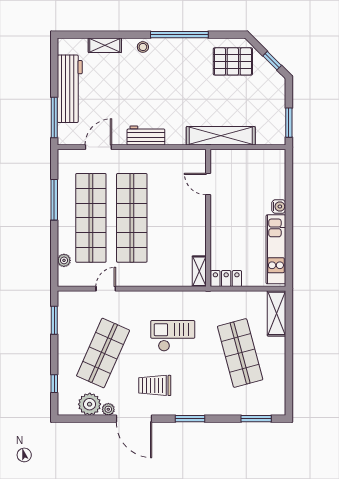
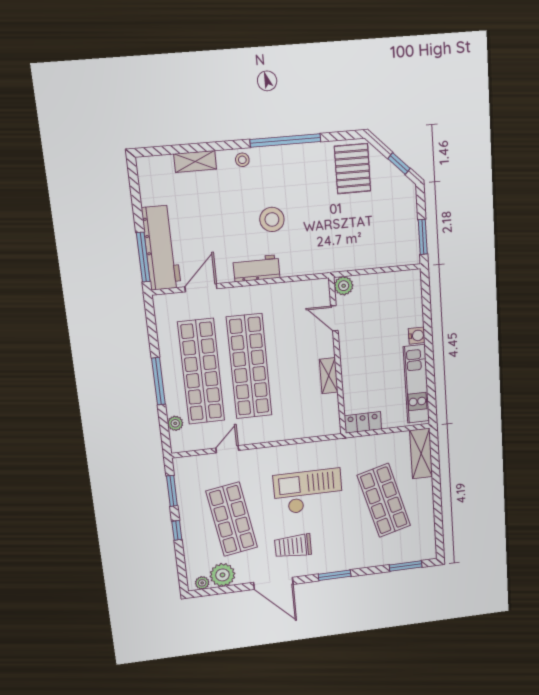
pallet: (233, 61) -> (353, 169), turned 90
workbench: (70, 89) -> (161, 248), moved
stool: (163, 97) -> (272, 219), added
shelving: (221, 136) -> (345, 260), removed
plant: (218, 157) -> (344, 286), added
window: (54, 200) -> (158, 381), moved
shelving: (199, 271) -> (329, 376), moved
checkout: (173, 336) -> (308, 491), width x1.36, depth x1.21
shop shelf: (103, 353) -> (232, 519), turned -33
window: (54, 384) -> (177, 530), moved
plant: (108, 409) -> (202, 583), moved

